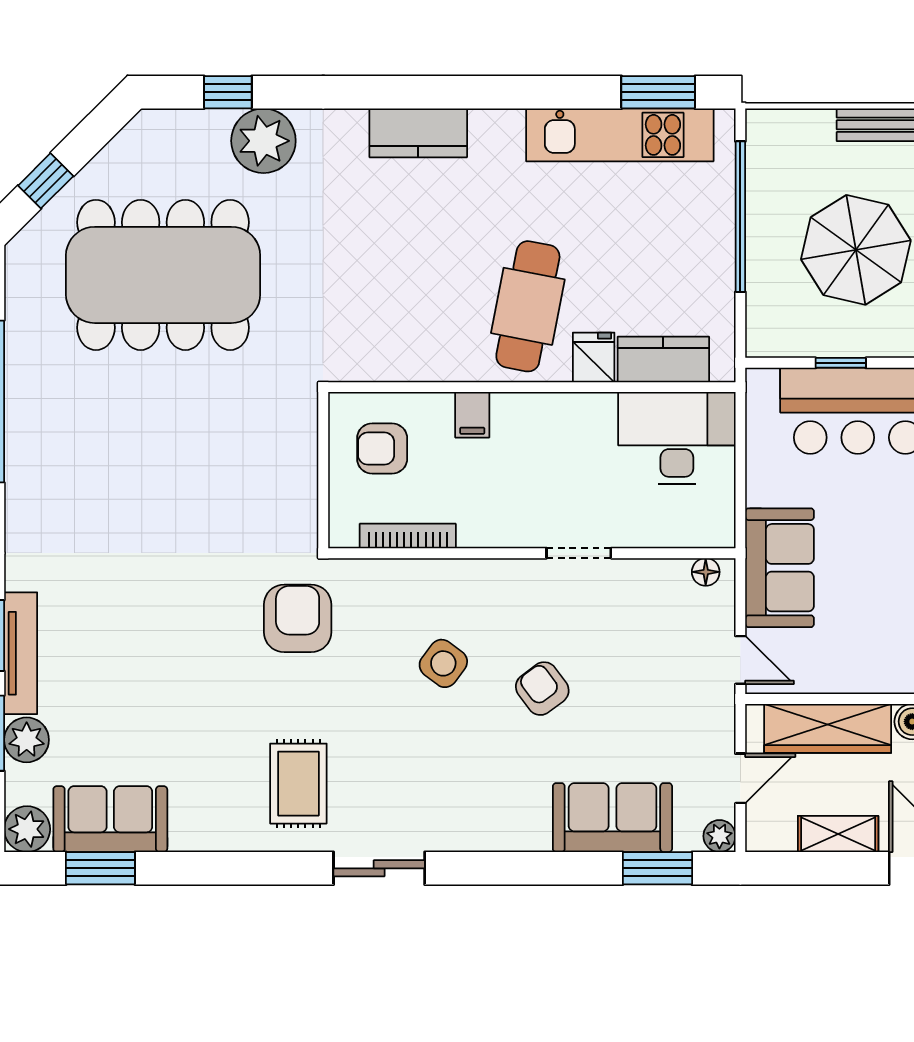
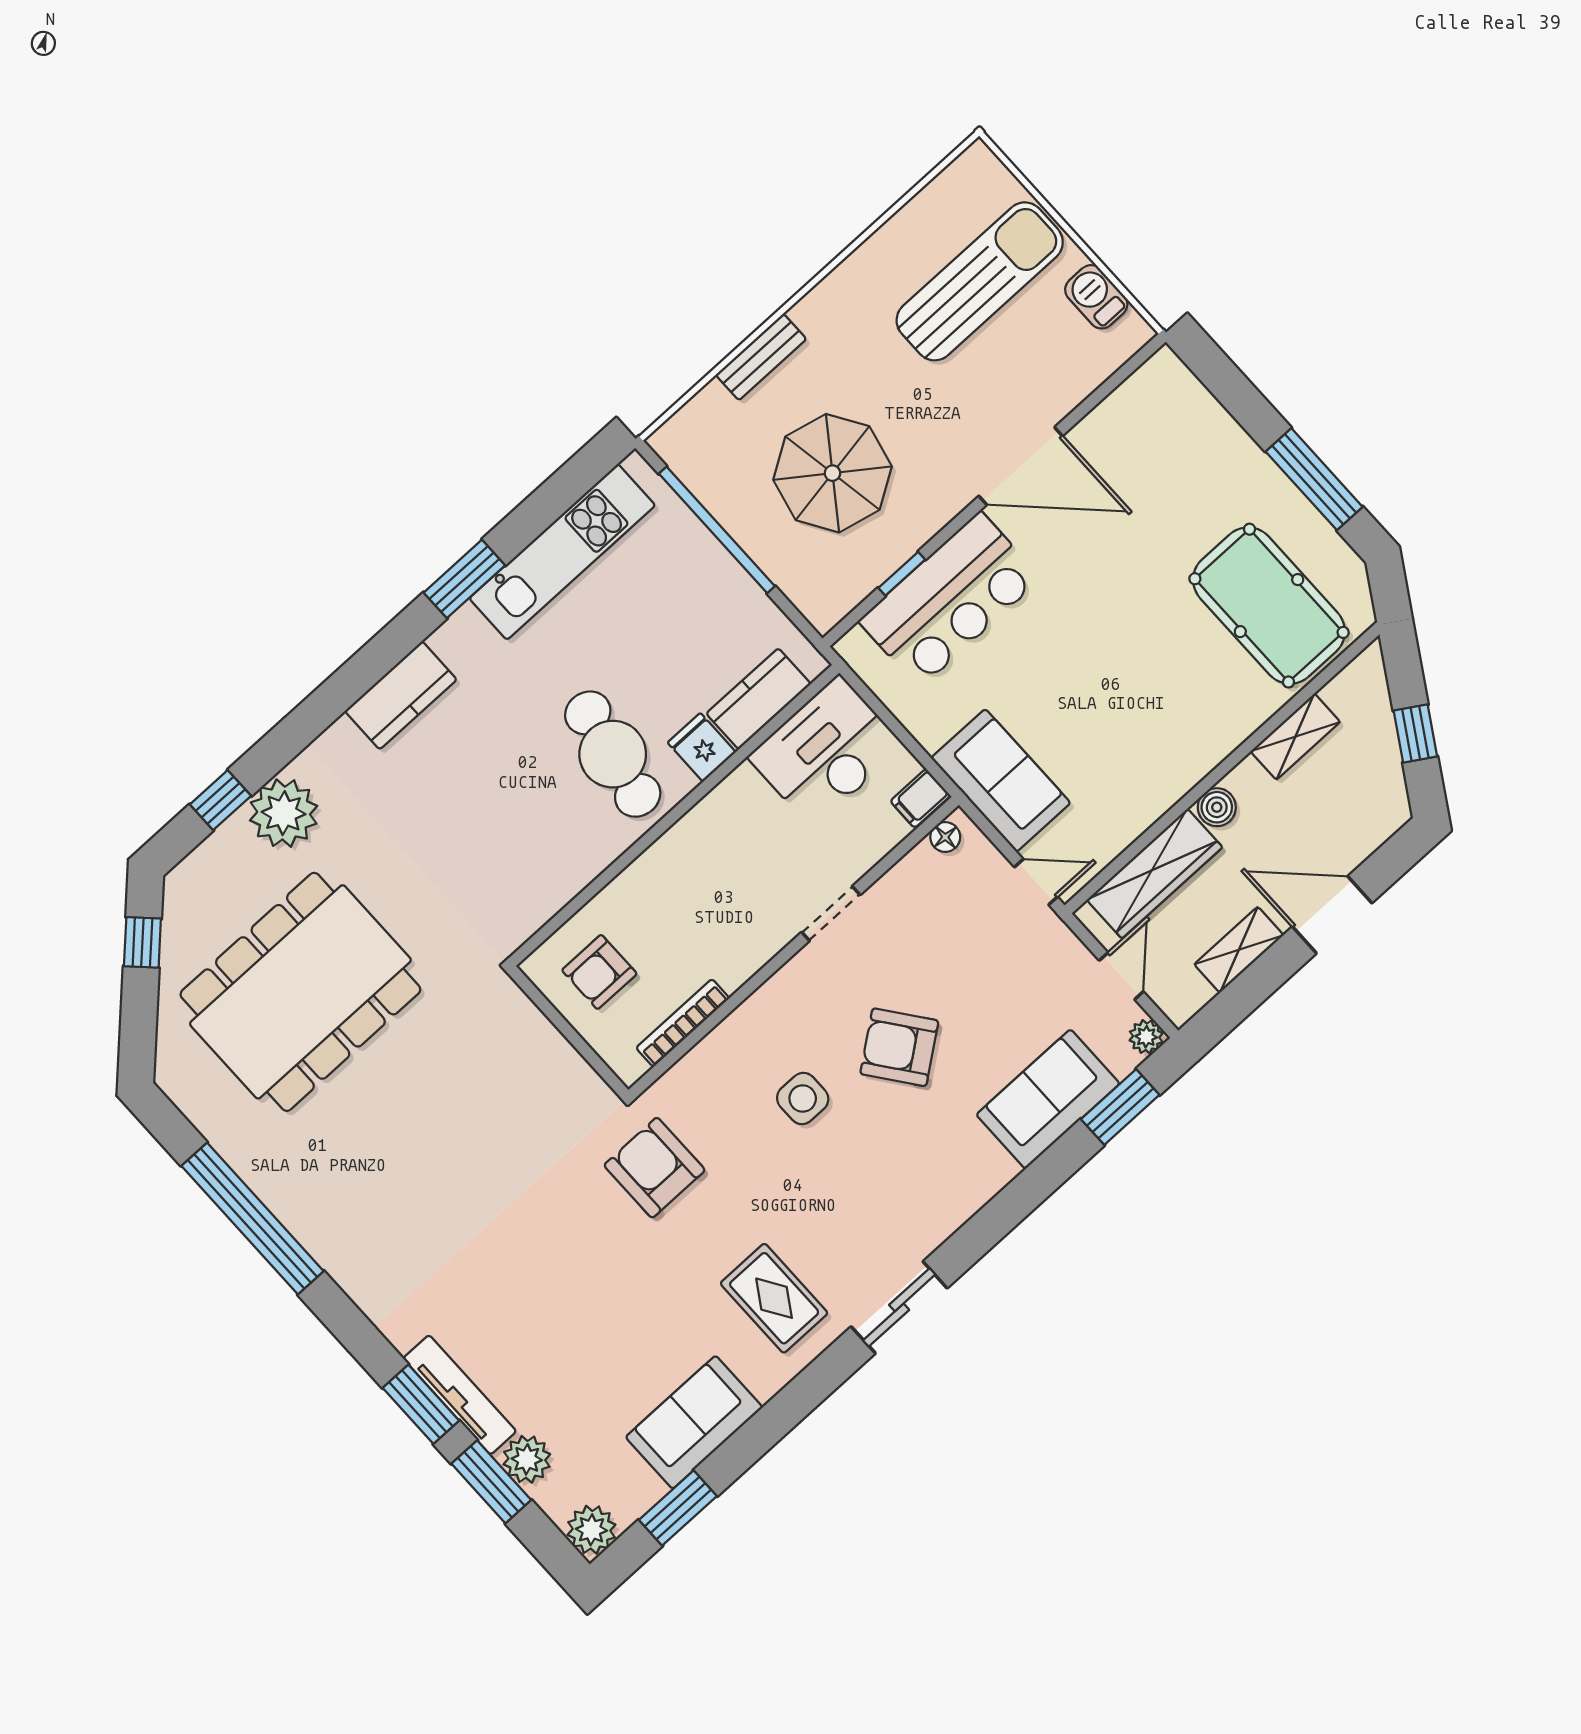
window: (658, 92) -> (464, 579), moved
window: (46, 181) -> (142, 942), moved
filing cabinet: (472, 415) -> (920, 798), moved, turned 90
side table: (443, 663) -> (803, 1098), turned -37
armchair: (542, 689) -> (899, 1047), width x1.38, depth x1.38
sofa: (110, 819) -> (694, 1422), moved

